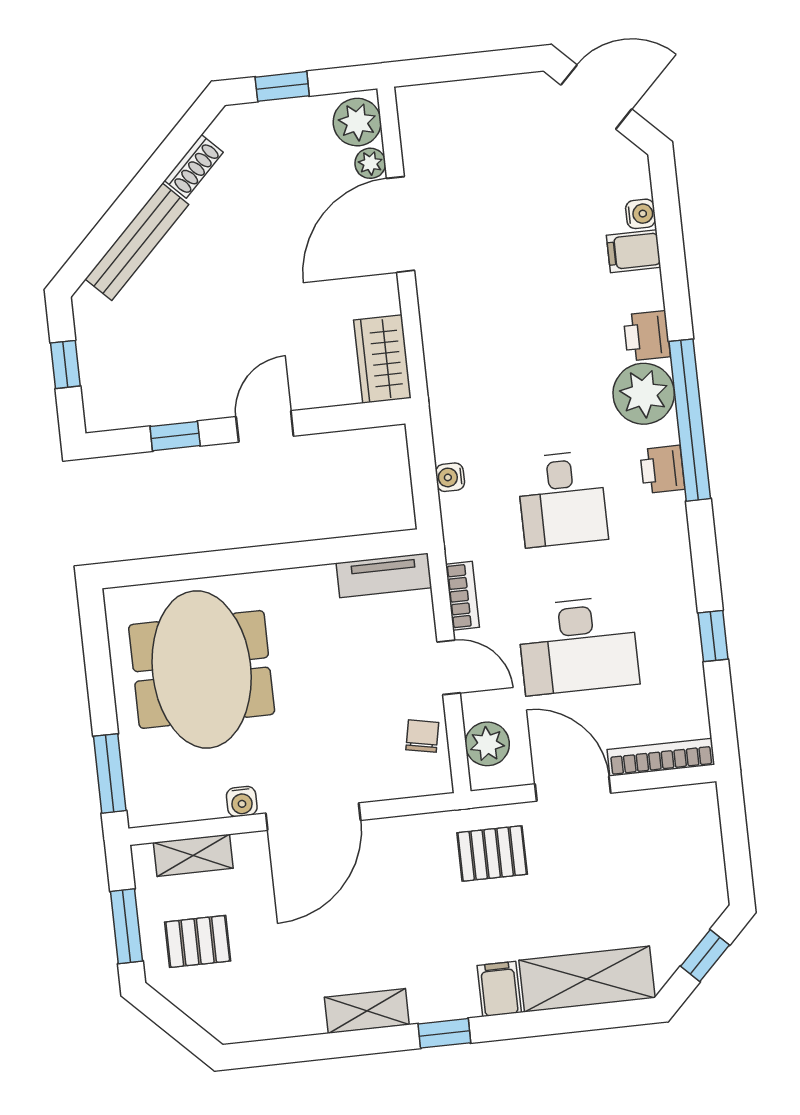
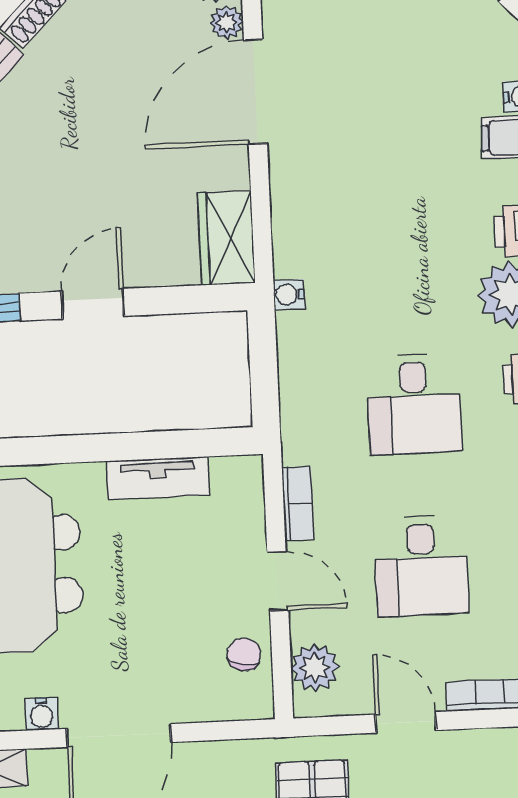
water cooler: (450, 477) -> (289, 295), moved
tv unit: (384, 575) -> (158, 478), moved
desk: (578, 645) -> (421, 566), width x0.73
door: (573, 789) -> (406, 722), width x0.73

